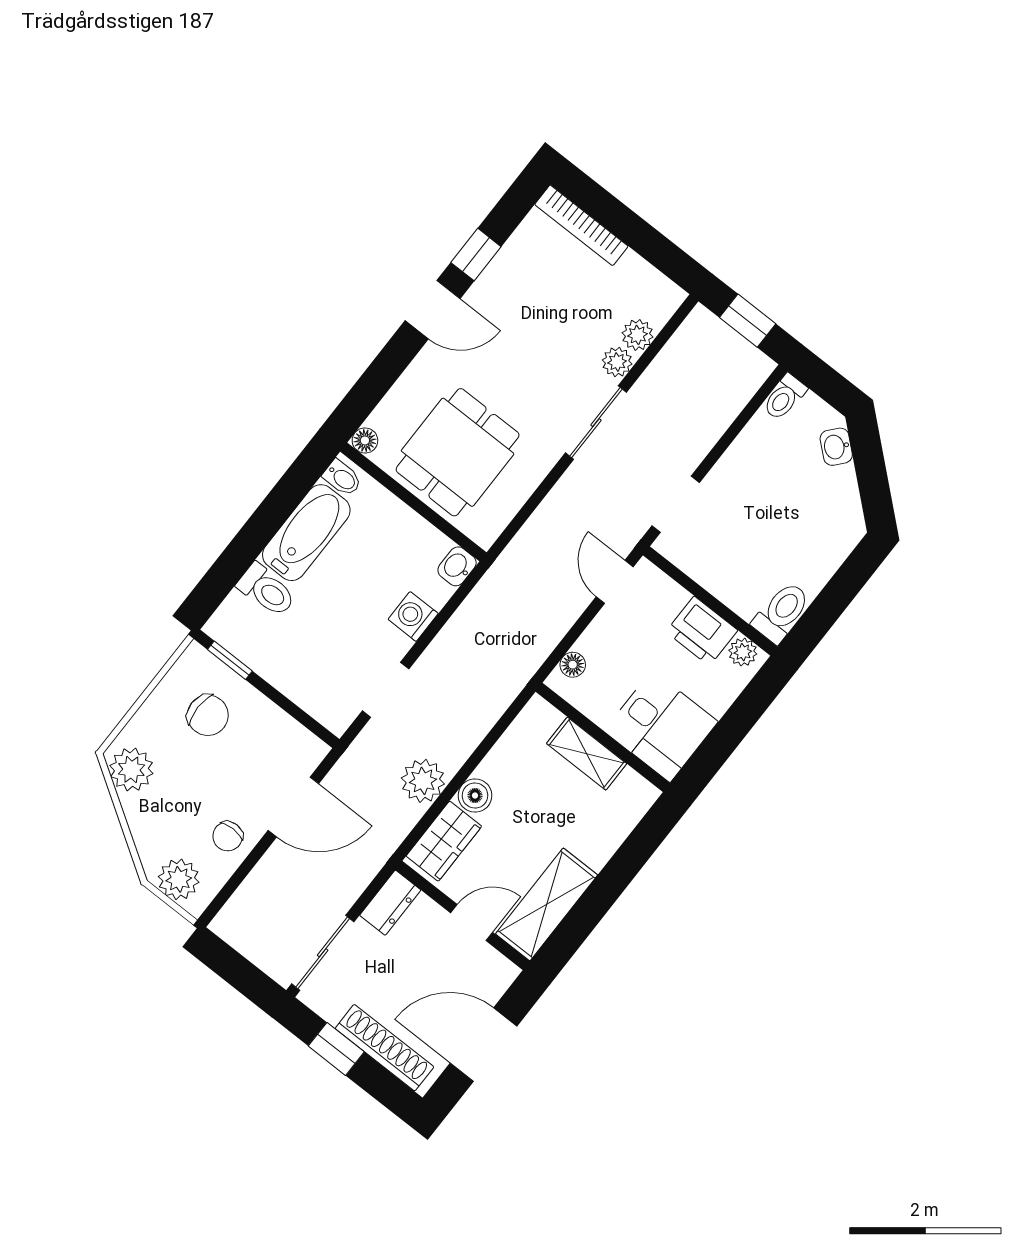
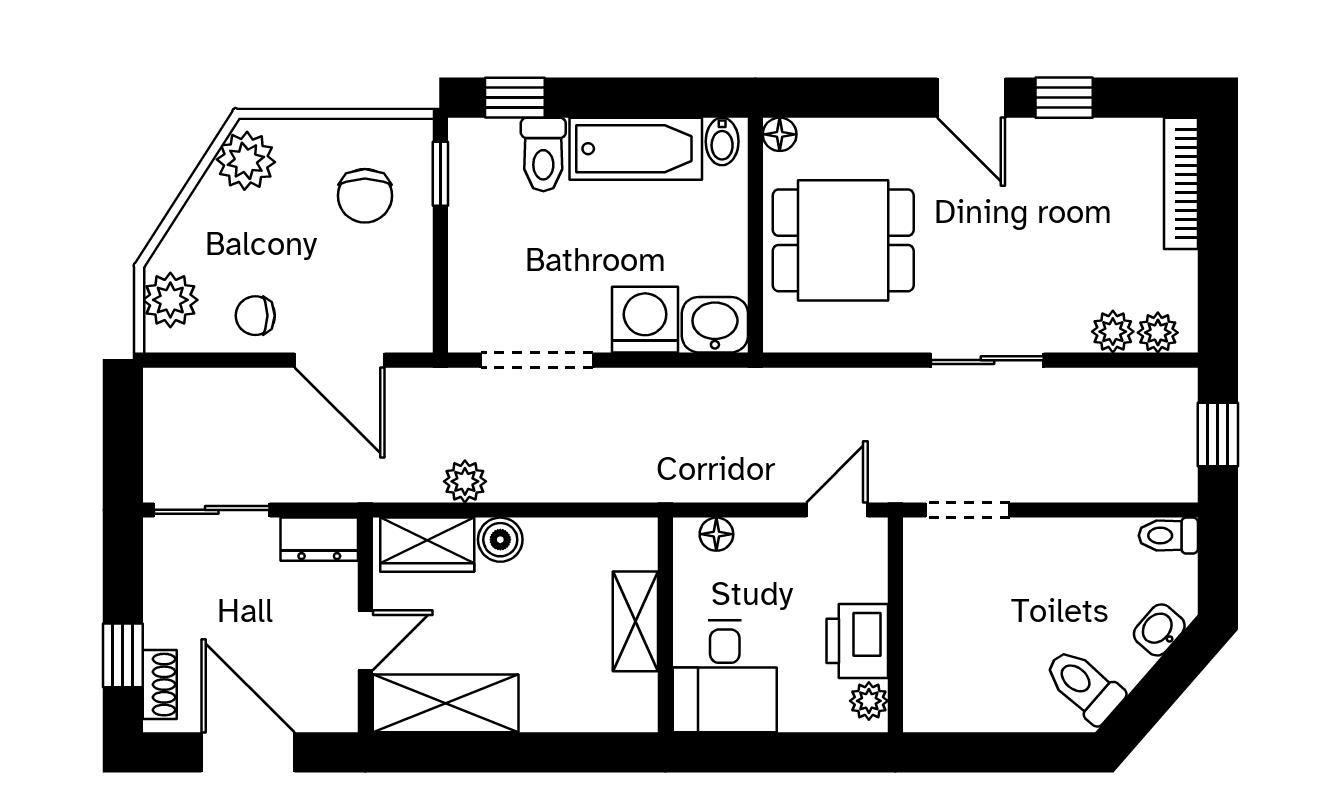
plant: (617, 362) -> (1158, 333), moved
washbasin: (457, 566) -> (715, 325), width x1.38, depth x1.45
window: (220, 580) -> (515, 98), added
toilet: (782, 612) -> (1084, 686), moved, turned -139
washing machine: (413, 616) -> (645, 320), width x1.38, depth x1.38
doorway: (386, 690) -> (537, 360), width x1.38
plant: (423, 781) -> (465, 481), width x0.73, depth x0.73
door: (472, 923) -> (365, 640), hinge flipped
shoe rack: (384, 1048) -> (160, 685), width x0.51, depth x0.81
window: (336, 1049) -> (123, 655), moved

